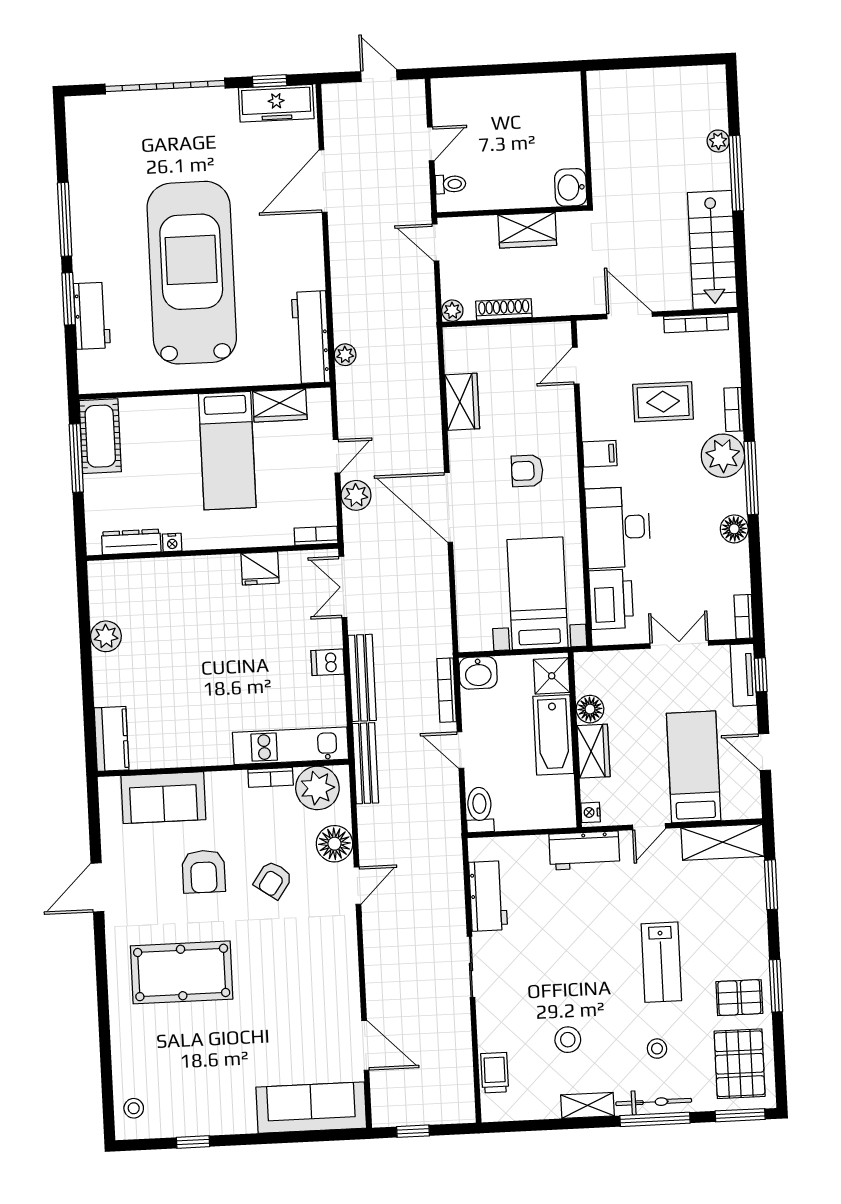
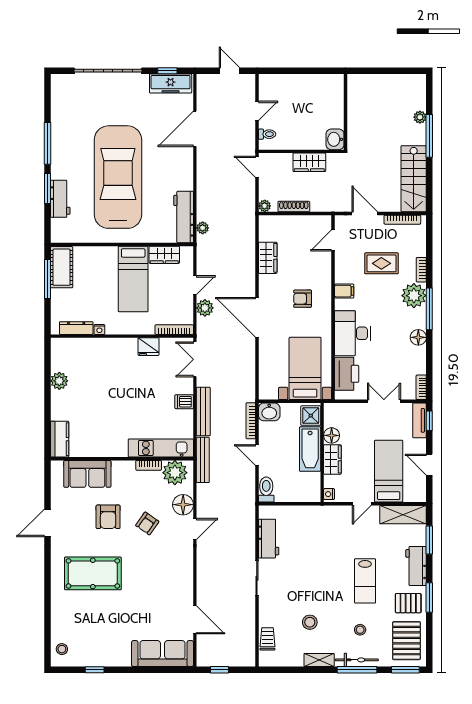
bookcase: (316, 536) -> (174, 330), width x1.56
workbench: (584, 850) -> (416, 566), moved, turned 90

